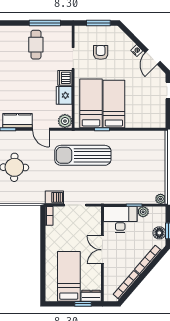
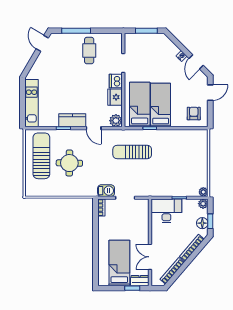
window: (45, 23) -> (76, 31), moved
armchair: (101, 52) -> (194, 114), moved
sun lounger: (83, 155) -> (132, 152), width x0.73, depth x0.75
plant: (143, 212) -> (203, 204), moved
double door: (102, 250) -> (150, 257), moved

